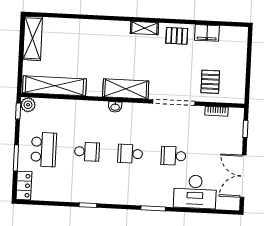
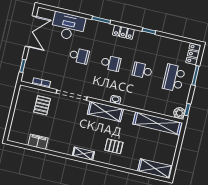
pallet: (177, 36) -> (114, 146), moved
shelving: (33, 38) -> (155, 169), moved, turned 90
locker: (121, 198) -> (123, 32), added

